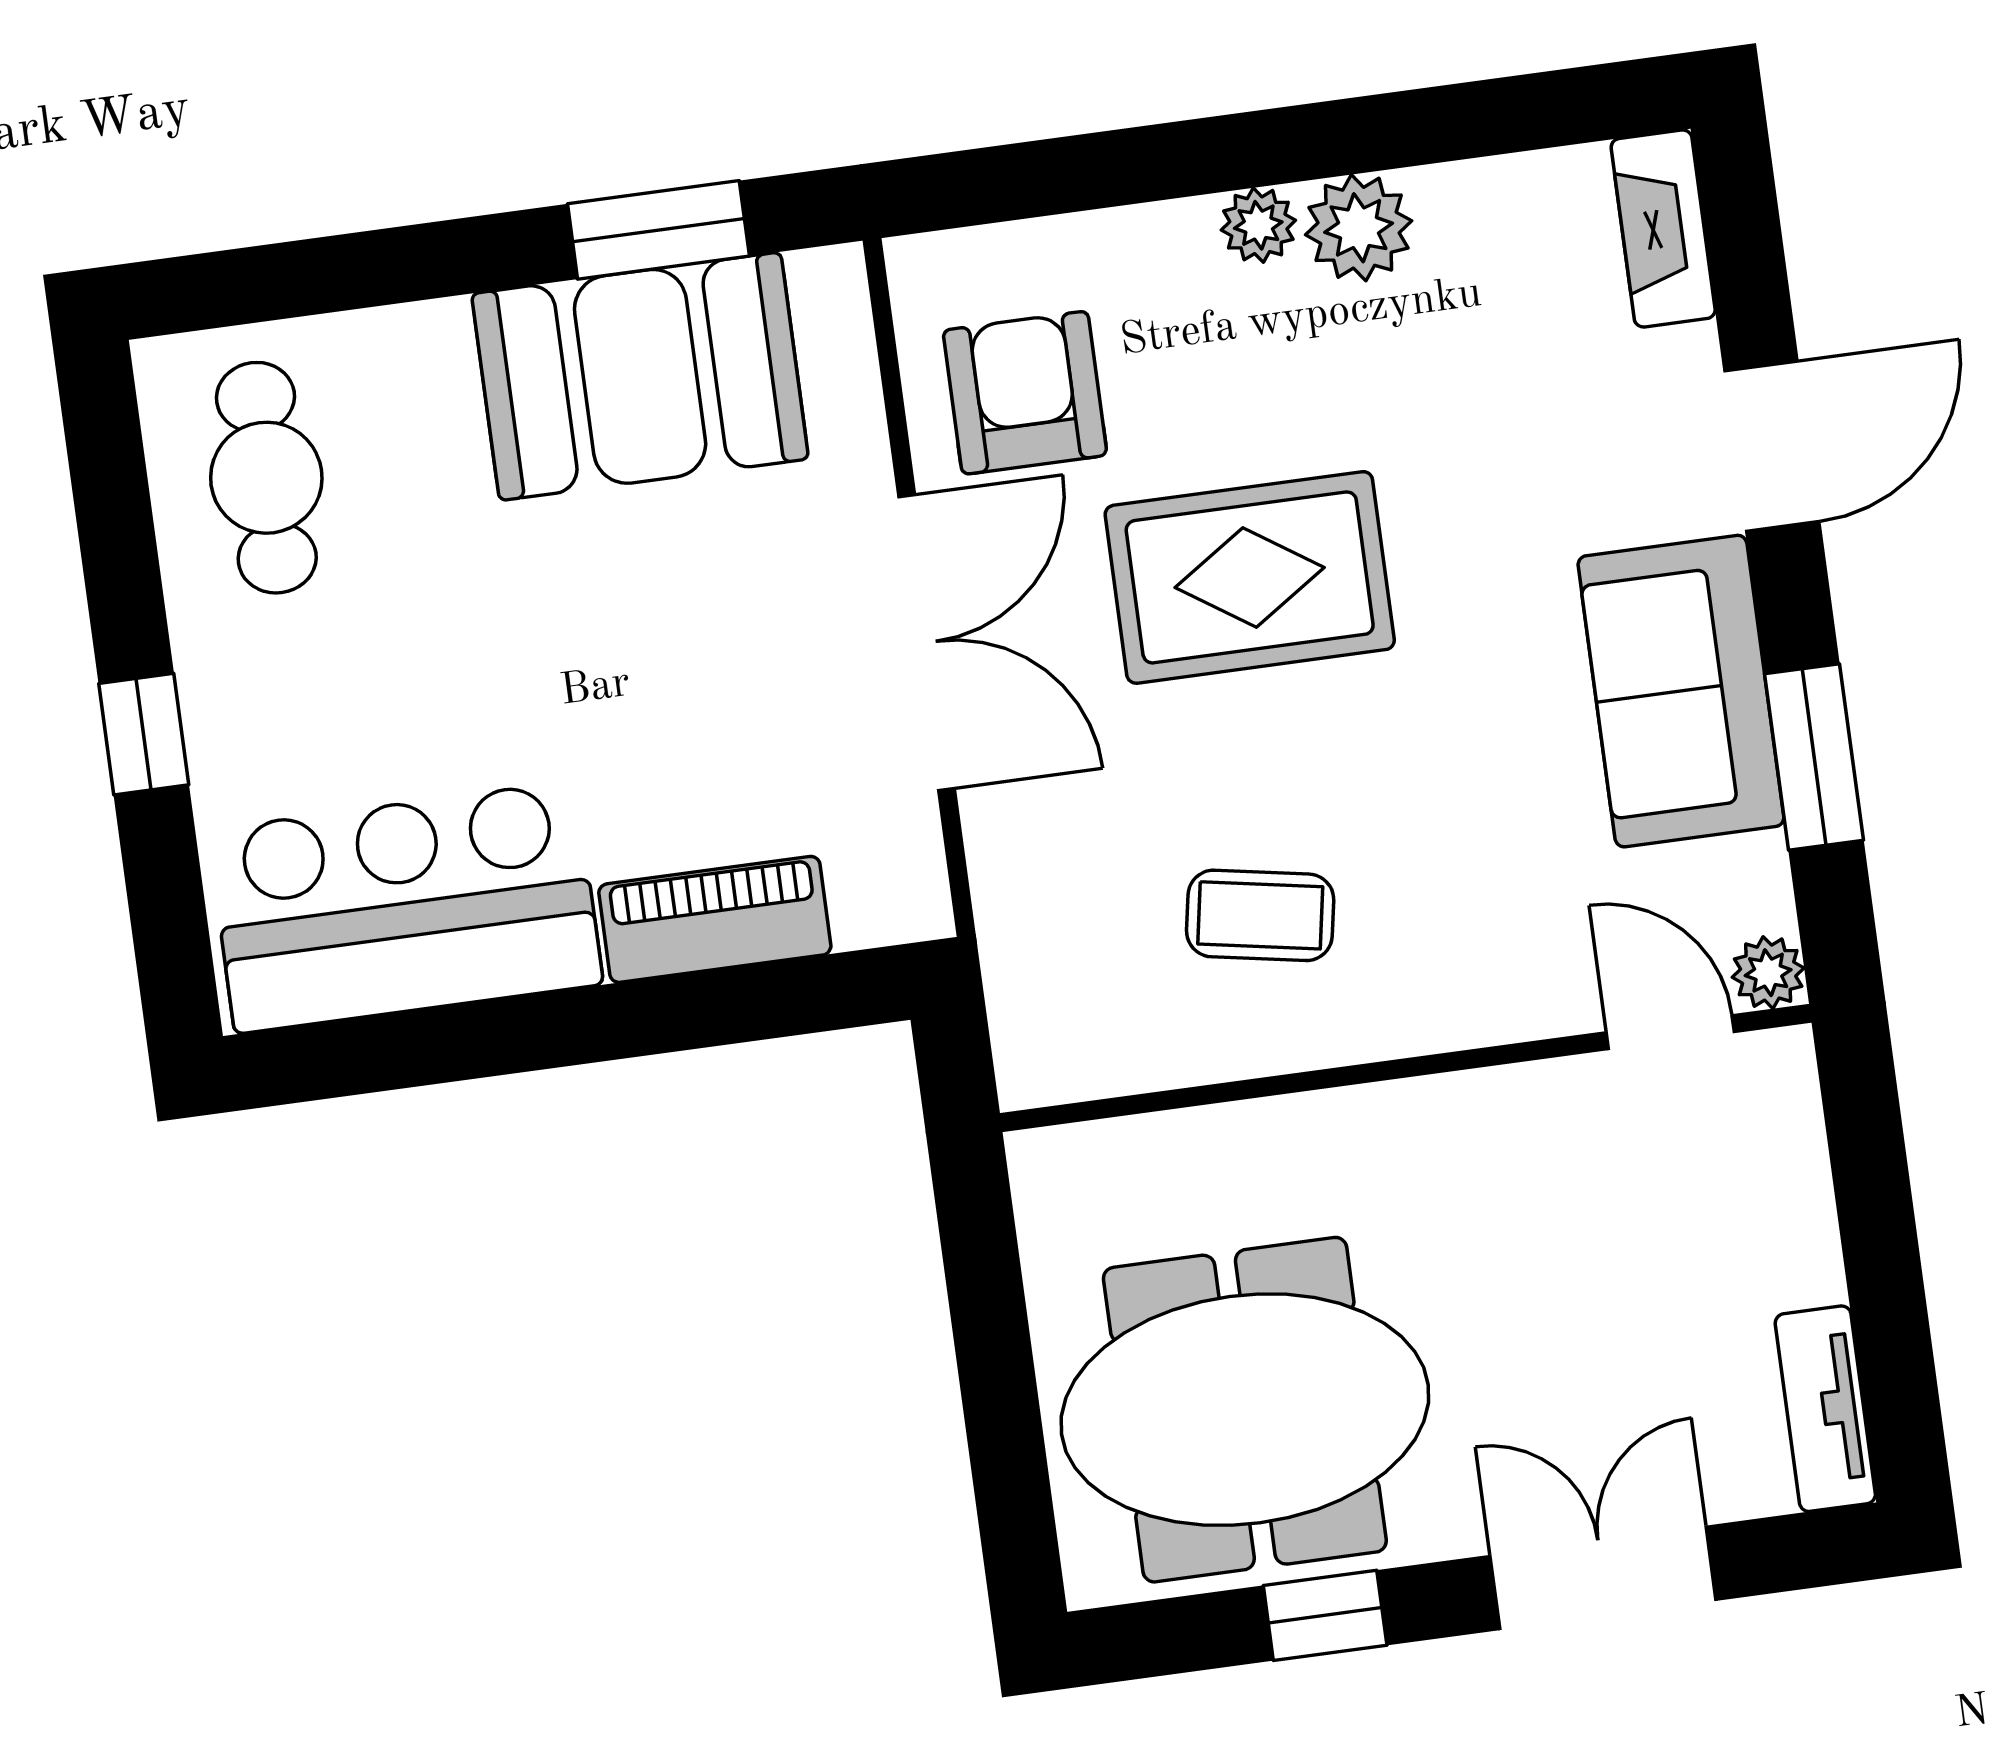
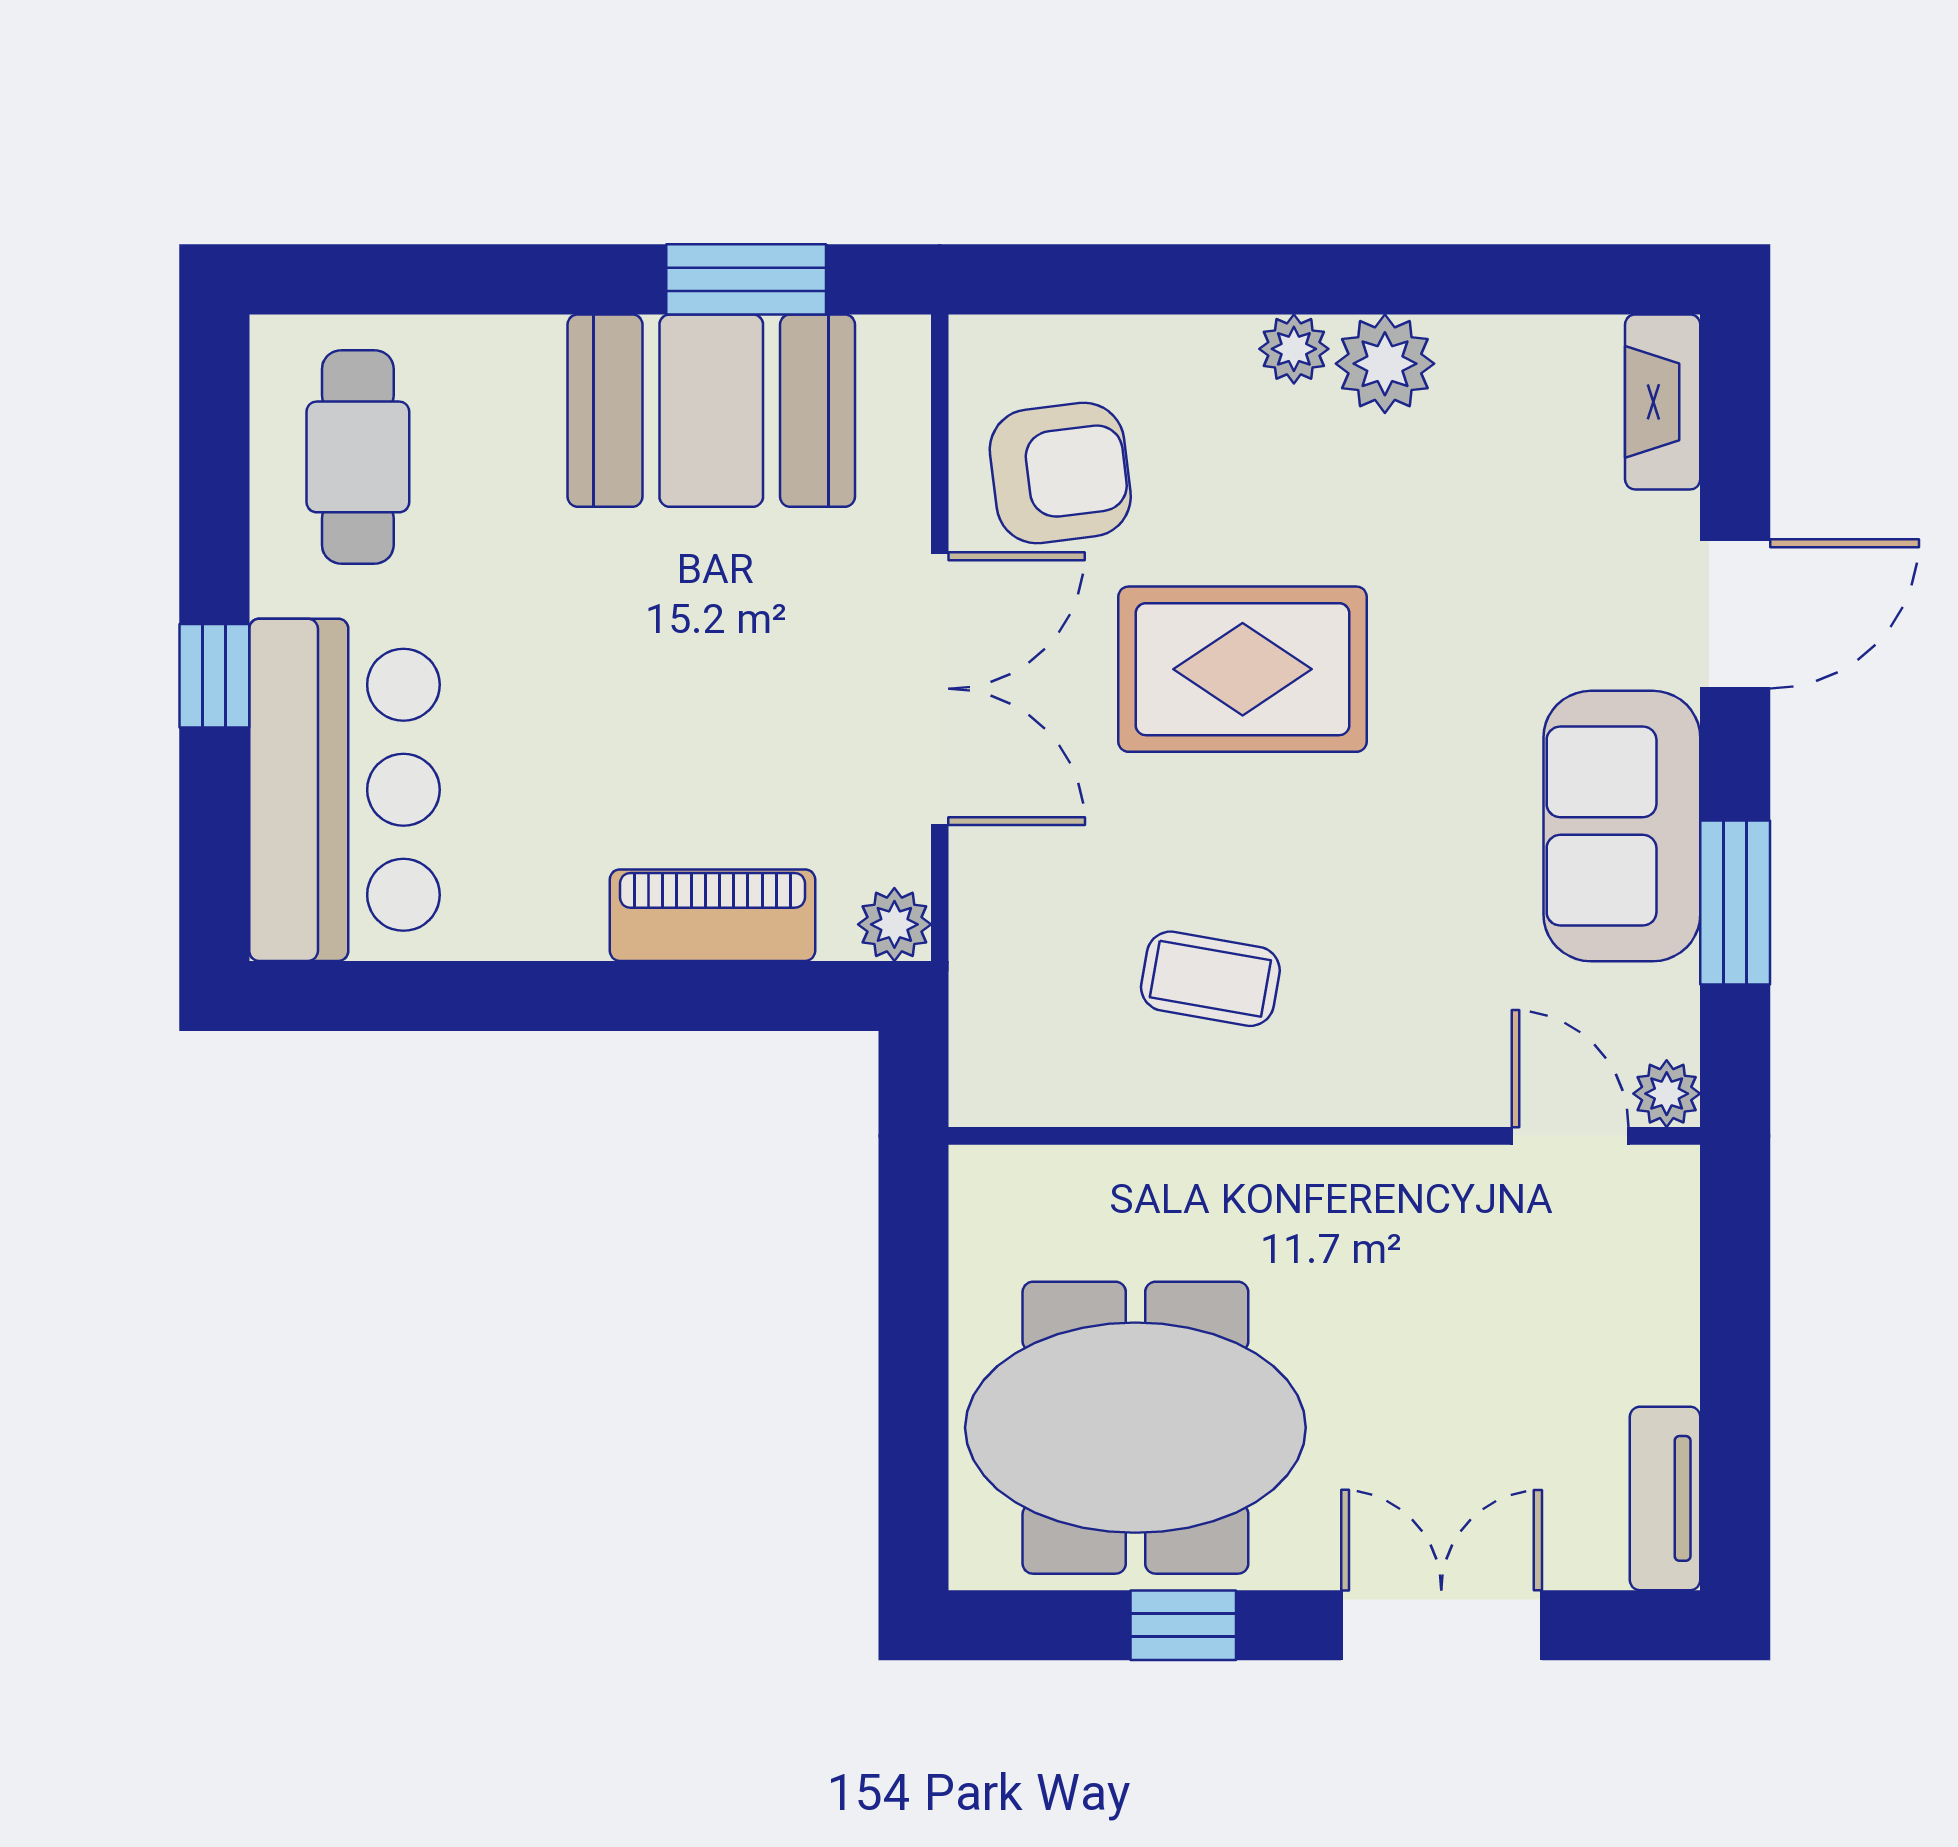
armchair: (1025, 393) -> (1060, 473), turned 83
plant: (912, 903) -> (894, 924), added
bar counter: (405, 907) -> (344, 790), moved, turned 90

